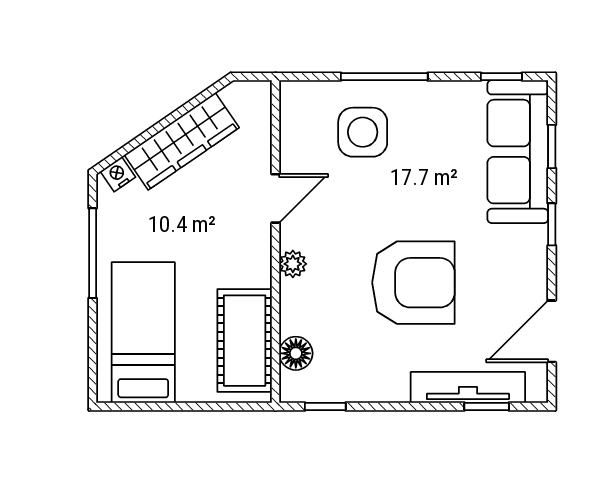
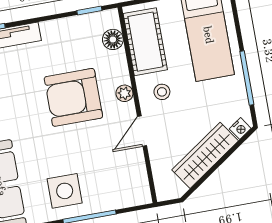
side table: (363, 132) -> (65, 191), moved
stool: (232, 255) -> (162, 92), added
armchair: (413, 283) -> (73, 97), moved

